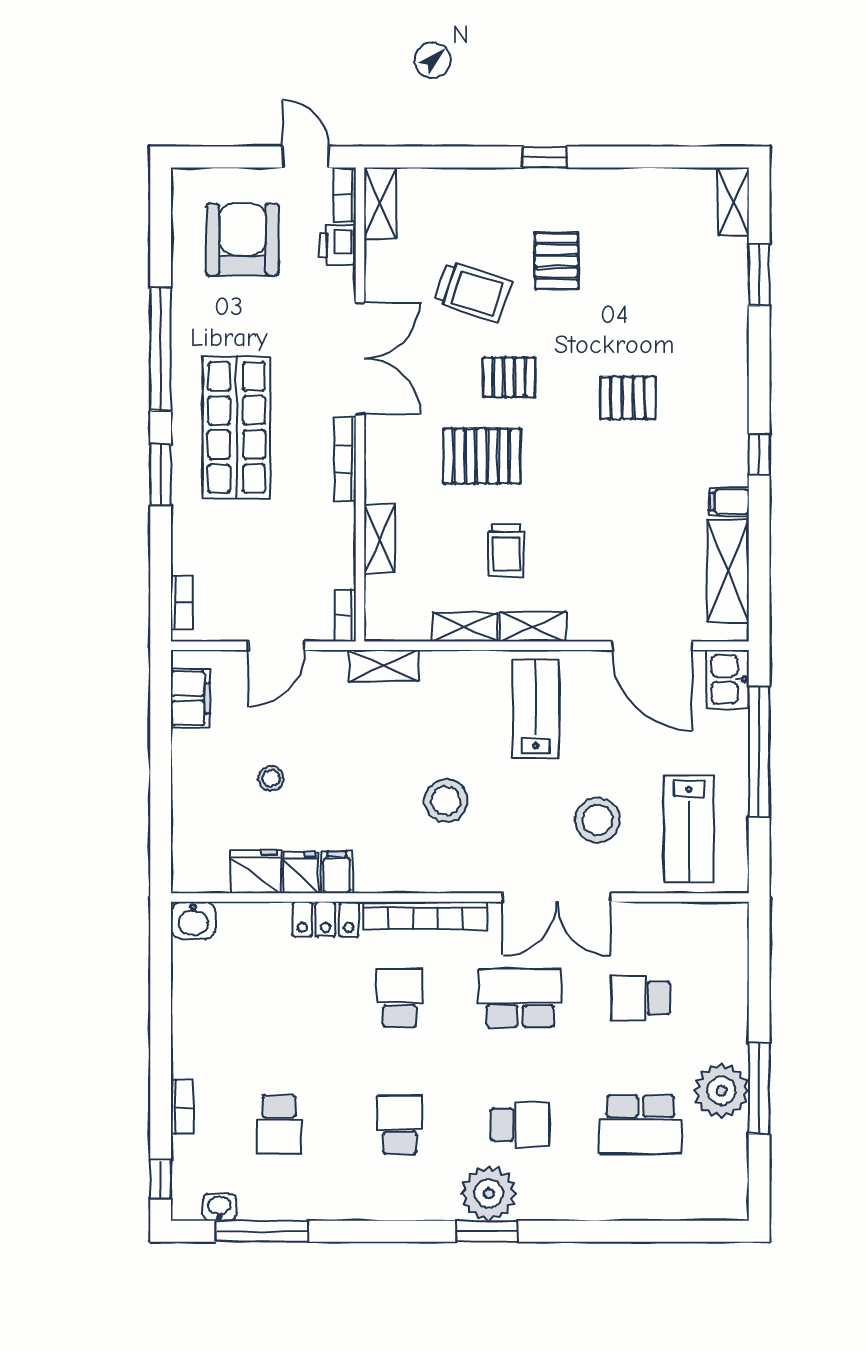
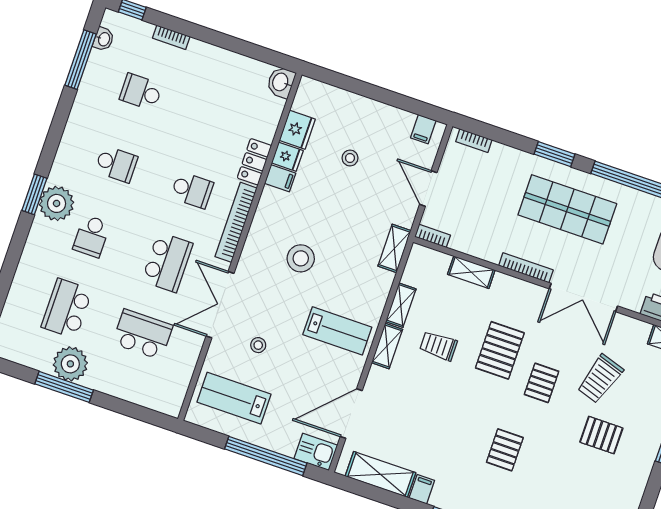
filing cabinet: (191, 698) -> (423, 129), width x0.50
stool: (597, 820) -> (258, 345), width x0.53, depth x0.53
school desk: (641, 998) -> (143, 334), width x1.85

